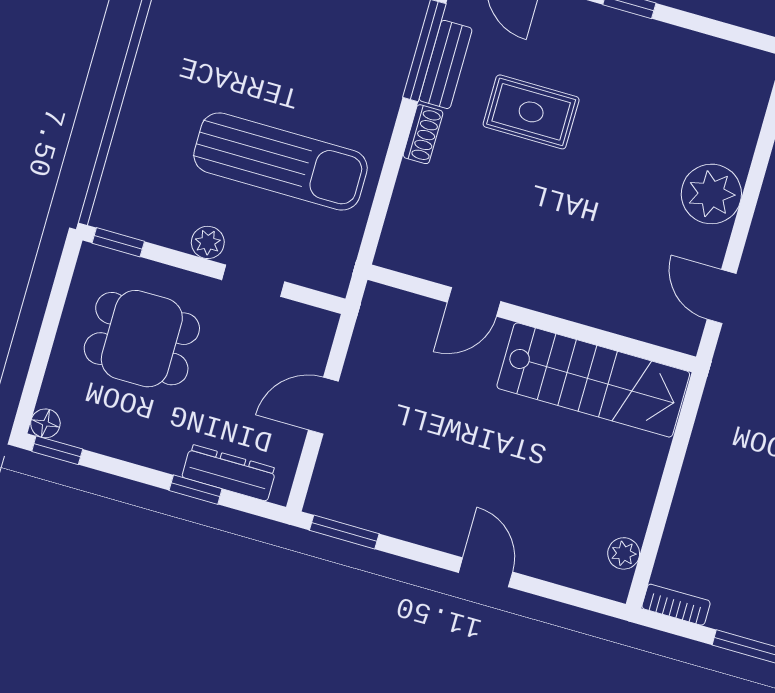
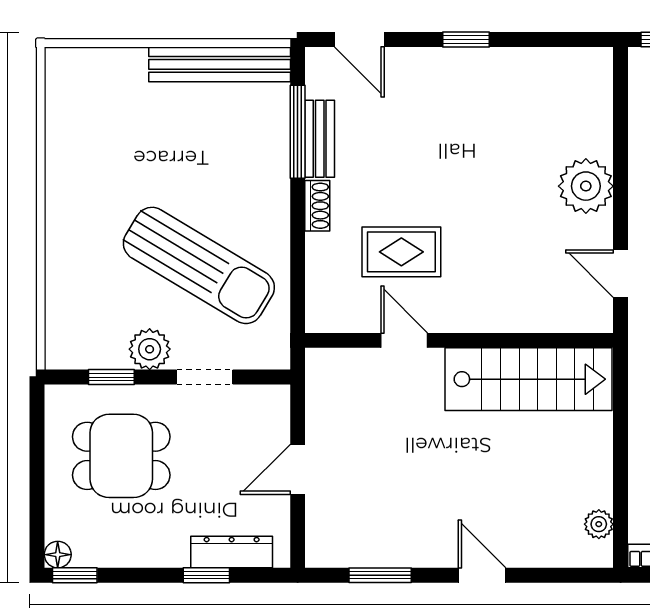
rug: (531, 112) -> (401, 252), moved
sun lounger: (281, 161) -> (199, 265), turned 31
window: (118, 242) -> (111, 377), moved
plant: (208, 242) -> (150, 349), width x1.38, depth x1.38
door: (474, 302) -> (404, 340), swing flipped
window: (344, 532) -> (380, 575), moved

